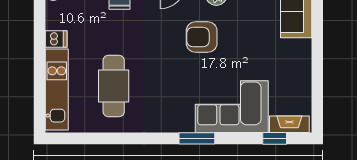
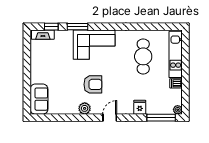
corner sofa: (232, 107) -> (94, 45), moved
window: (197, 138) -> (77, 27), moved

